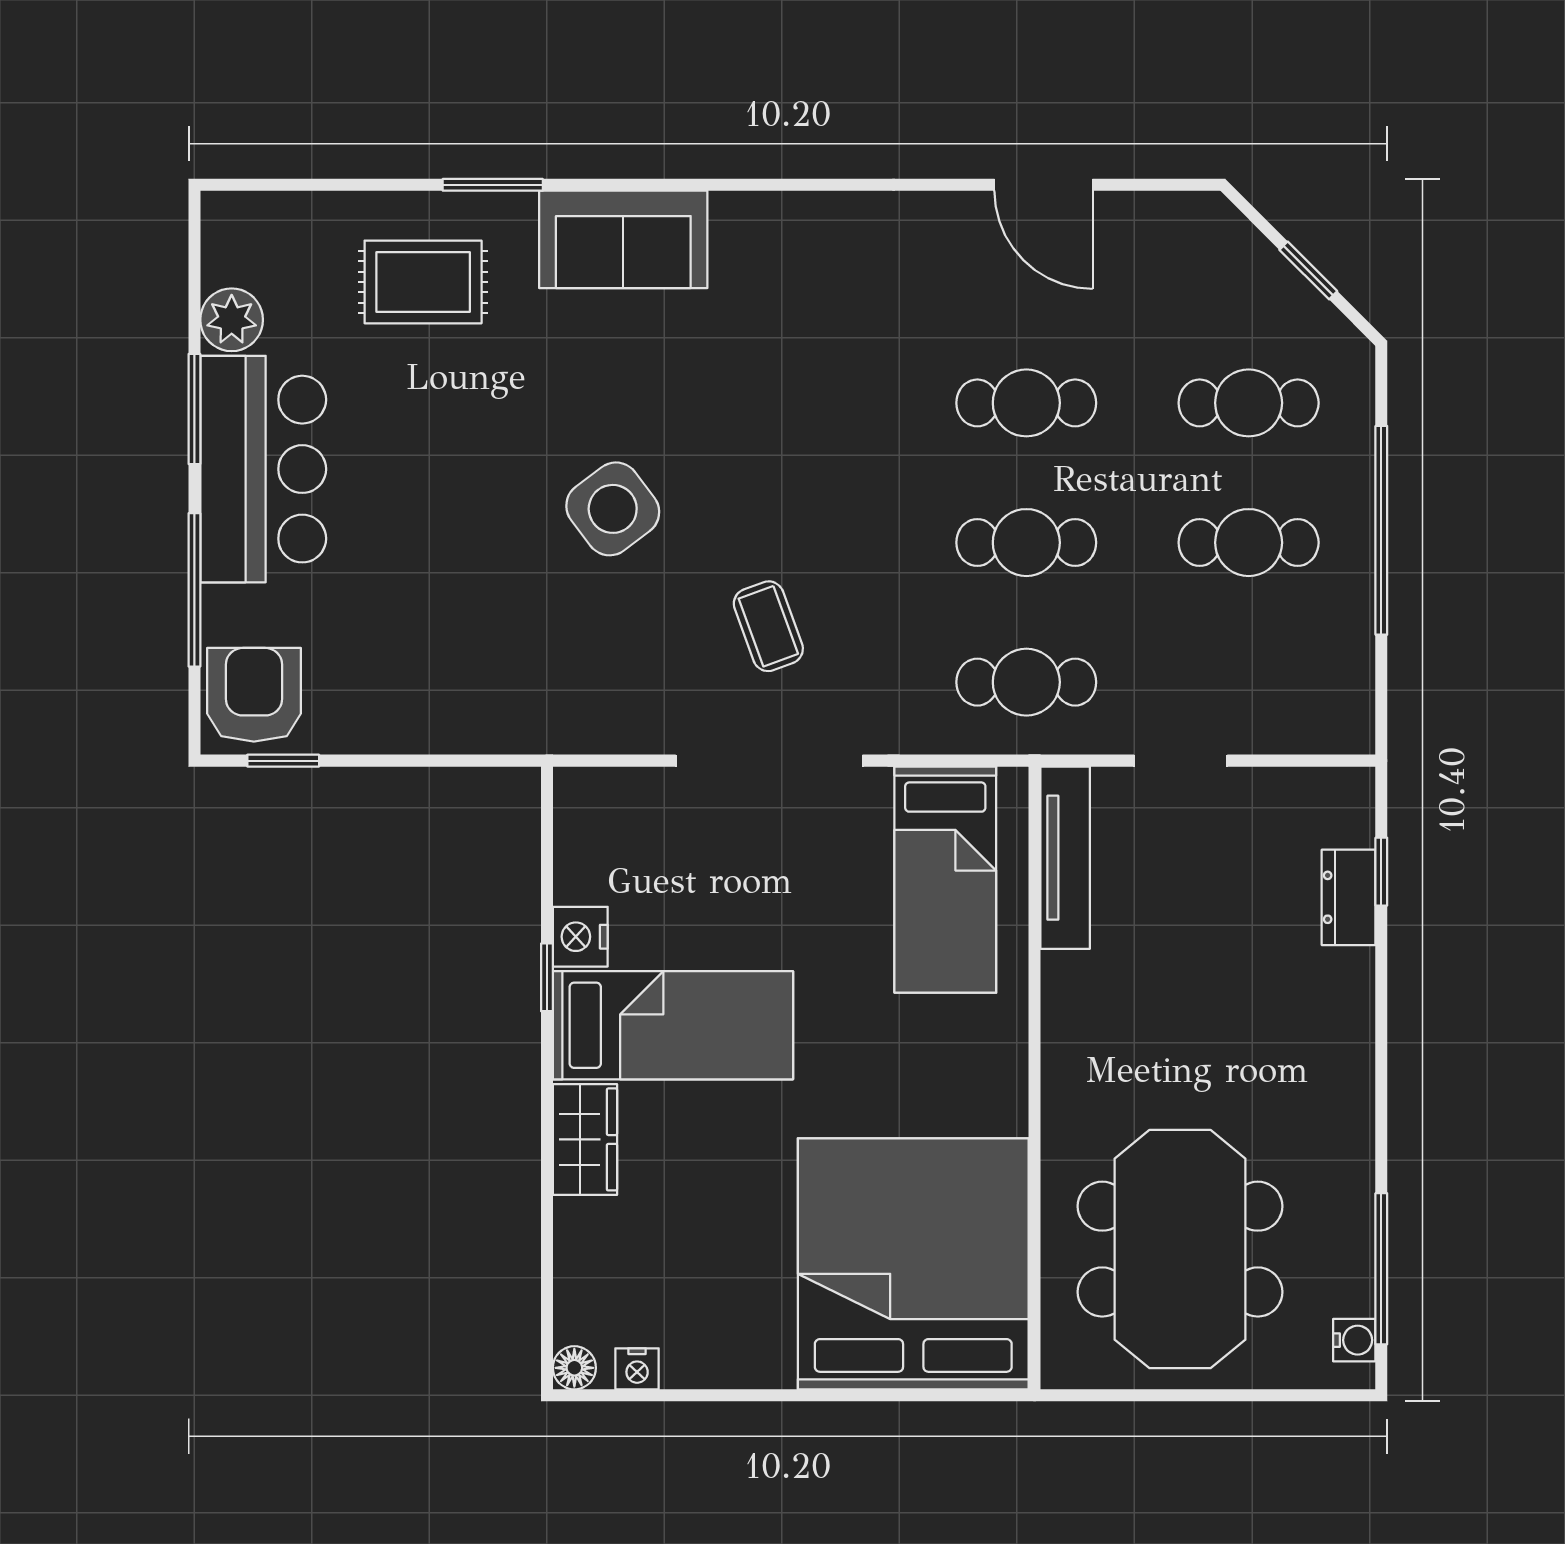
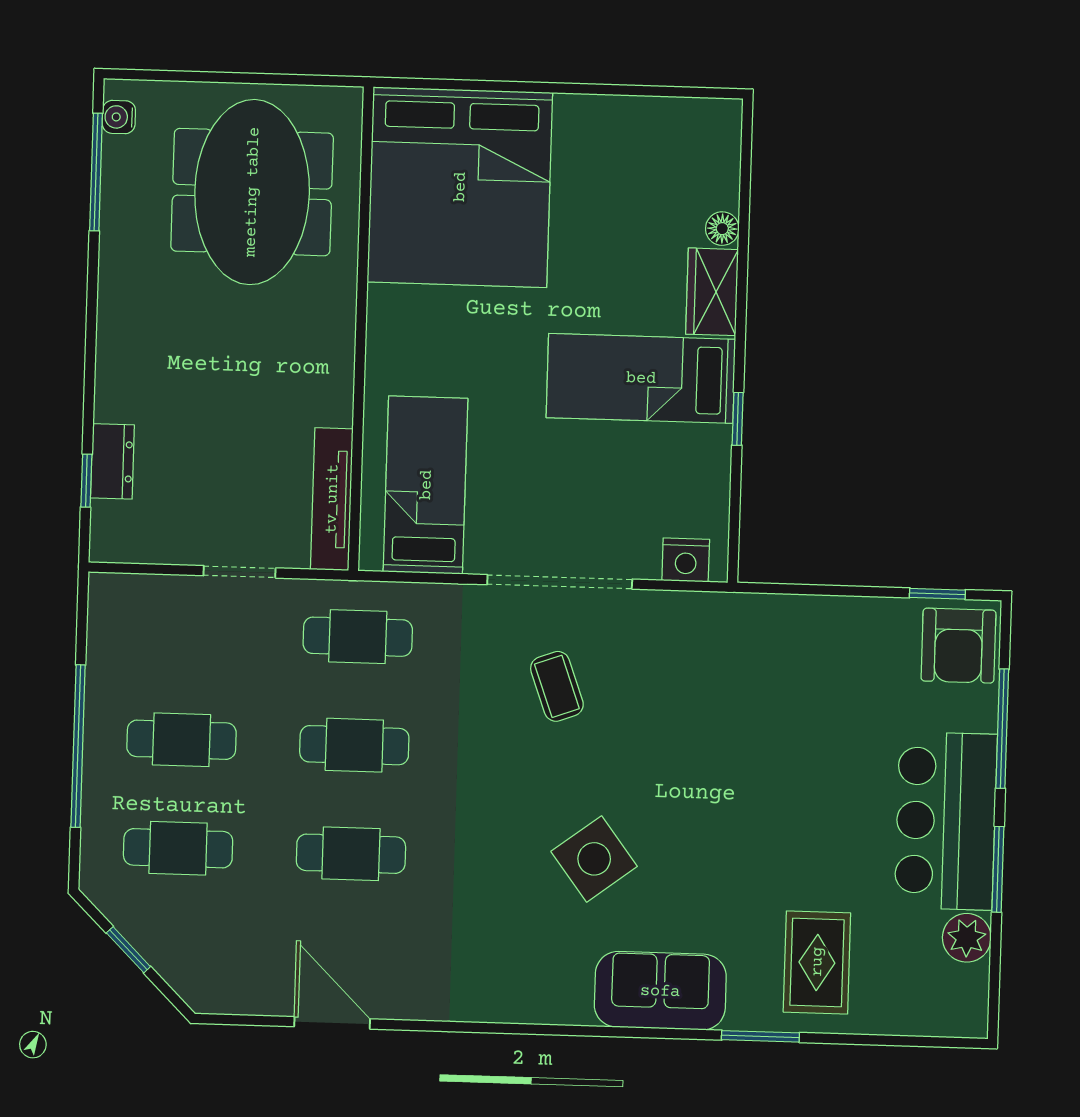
rug: (423, 282) -> (817, 962), turned 90
side table: (613, 509) -> (594, 859), moved
nightstand: (580, 937) -> (686, 560), moved, turned 90
floor lamp: (574, 1368) -> (722, 229), moved
nightstand: (637, 1369) -> (677, 112), removed

